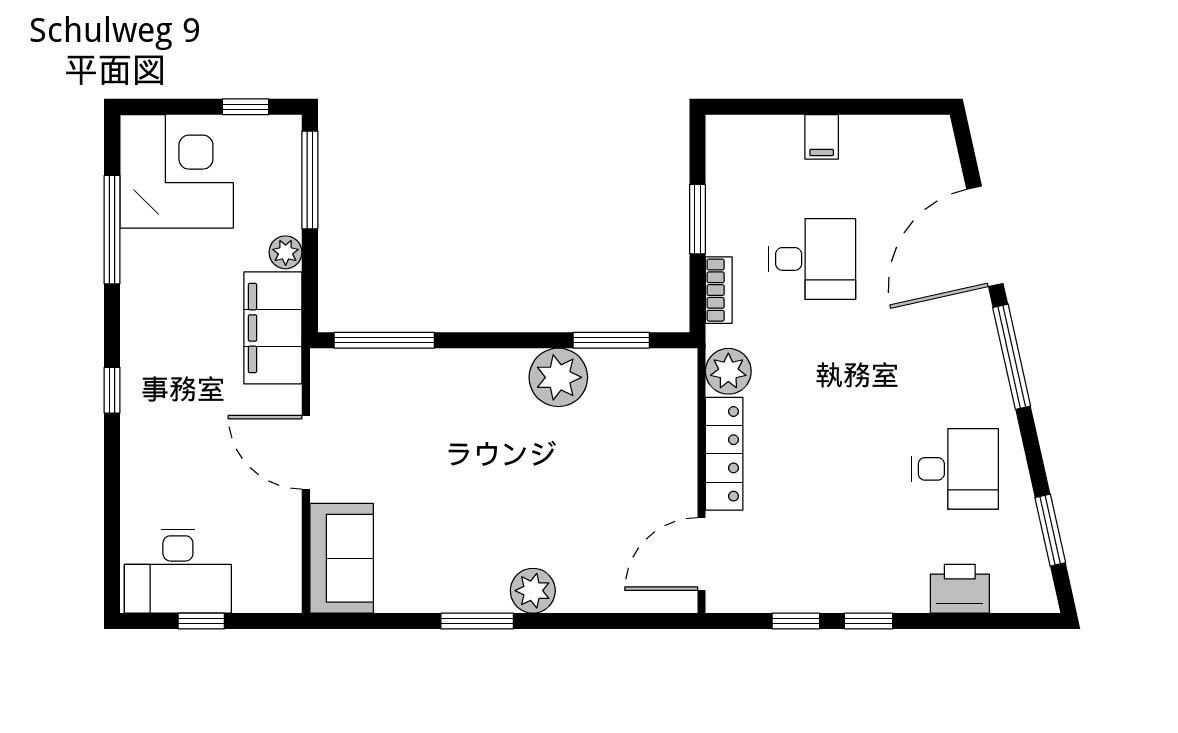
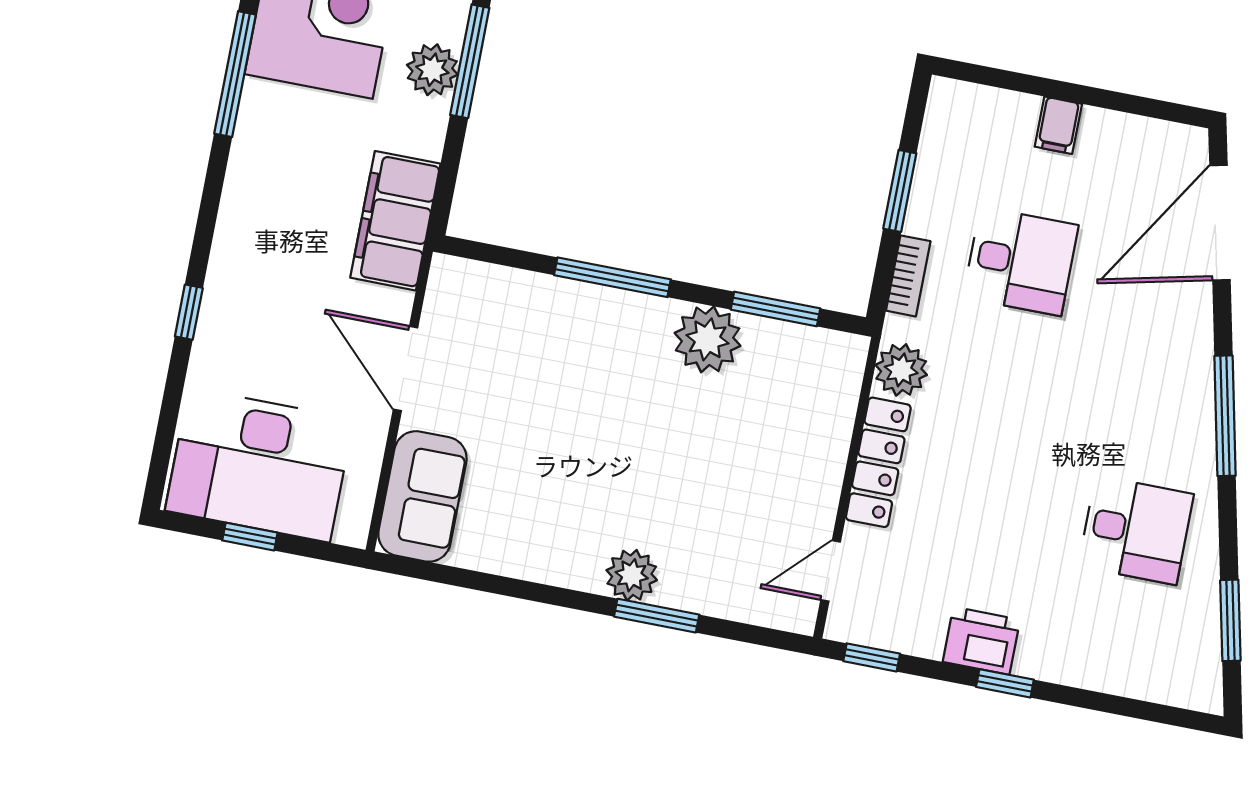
door: (985, 236) -> (1220, 223), moved
plant: (286, 252) -> (432, 70), moved, width x1.38, depth x1.38
window: (384, 340) -> (612, 277), moved
window: (112, 390) -> (189, 312), moved
door: (701, 554) -> (831, 571), width x0.73
desk: (178, 571) -> (259, 465), width x1.36, depth x1.30
printer: (960, 589) -> (981, 641), moved
window: (477, 621) -> (657, 616), moved
window: (796, 621) -> (872, 657), moved

